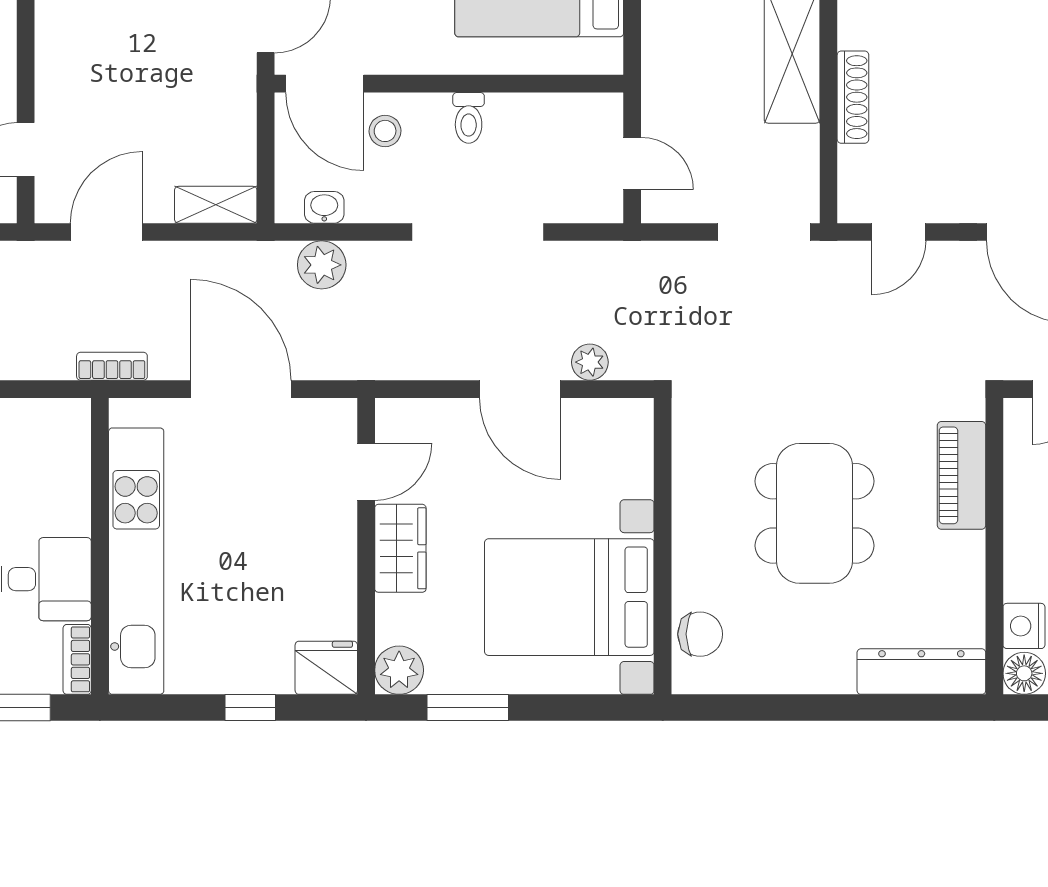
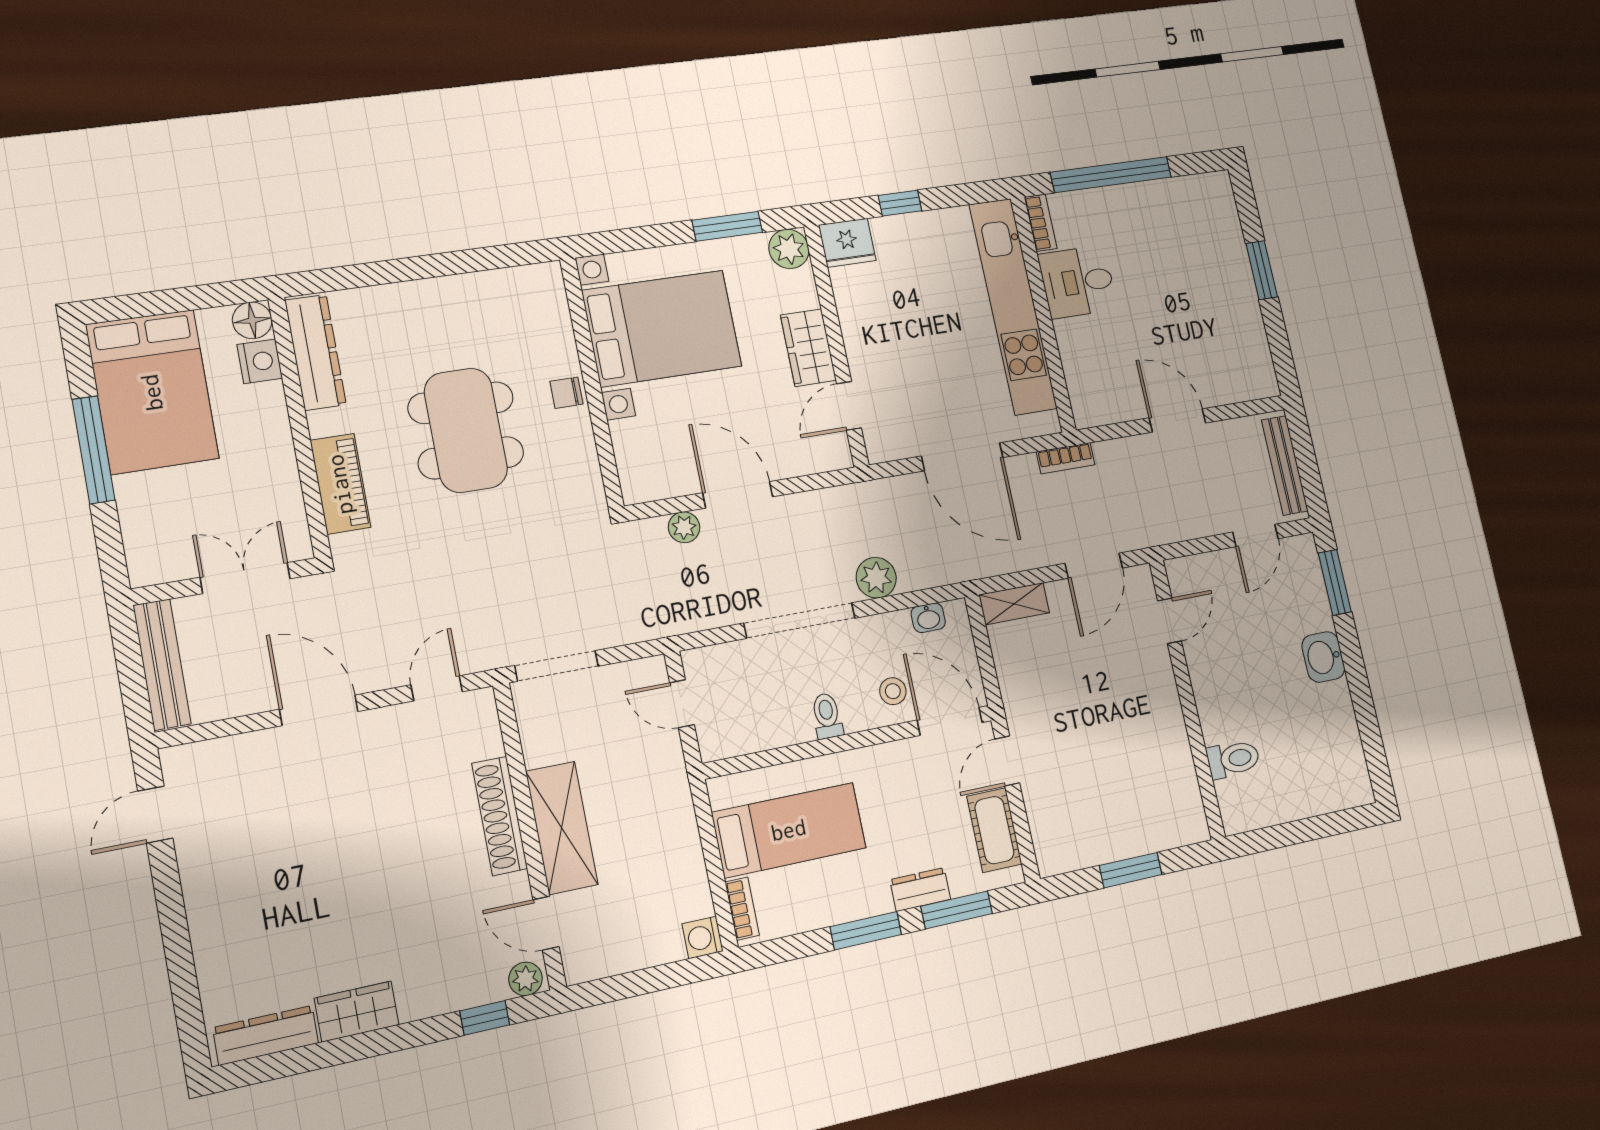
shoe rack: (853, 97) -> (500, 816), width x1.36, depth x1.24
plant: (322, 265) -> (876, 578), moved
chair: (700, 634) -> (566, 393), moved, width x0.73, depth x0.73
dresser: (921, 672) -> (315, 352), moved, turned -90

